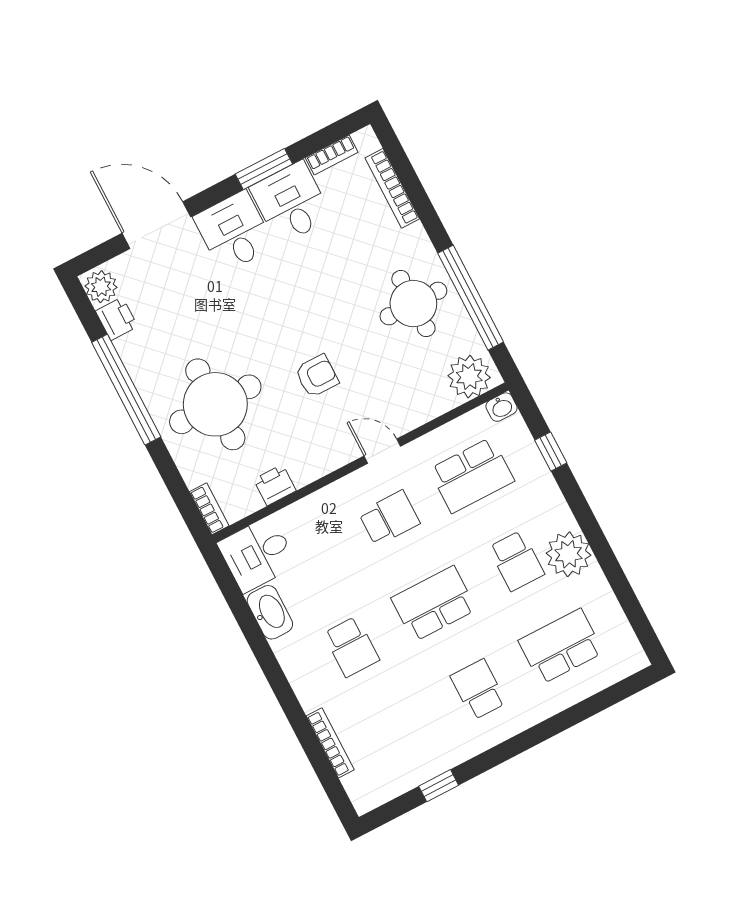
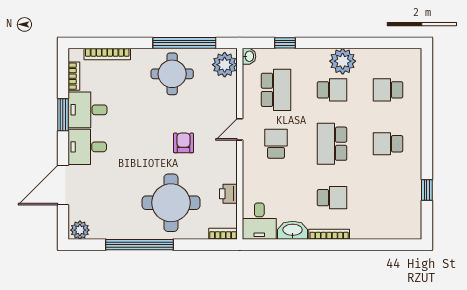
printer: (117, 319) -> (101, 231), removed
school desk: (561, 646) -> (388, 90), width x0.54
bookcase: (330, 743) -> (329, 234), moved

